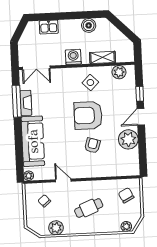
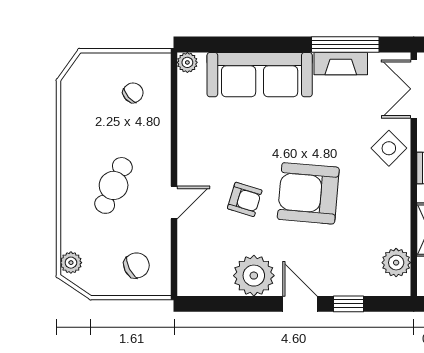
side table: (90, 82) -> (389, 148), moved
armchair: (88, 115) -> (308, 193), turned -85
door: (63, 180) -> (174, 203), moved
cafe table: (89, 208) -> (114, 185), turned 47
plant: (56, 228) -> (75, 115), removed

